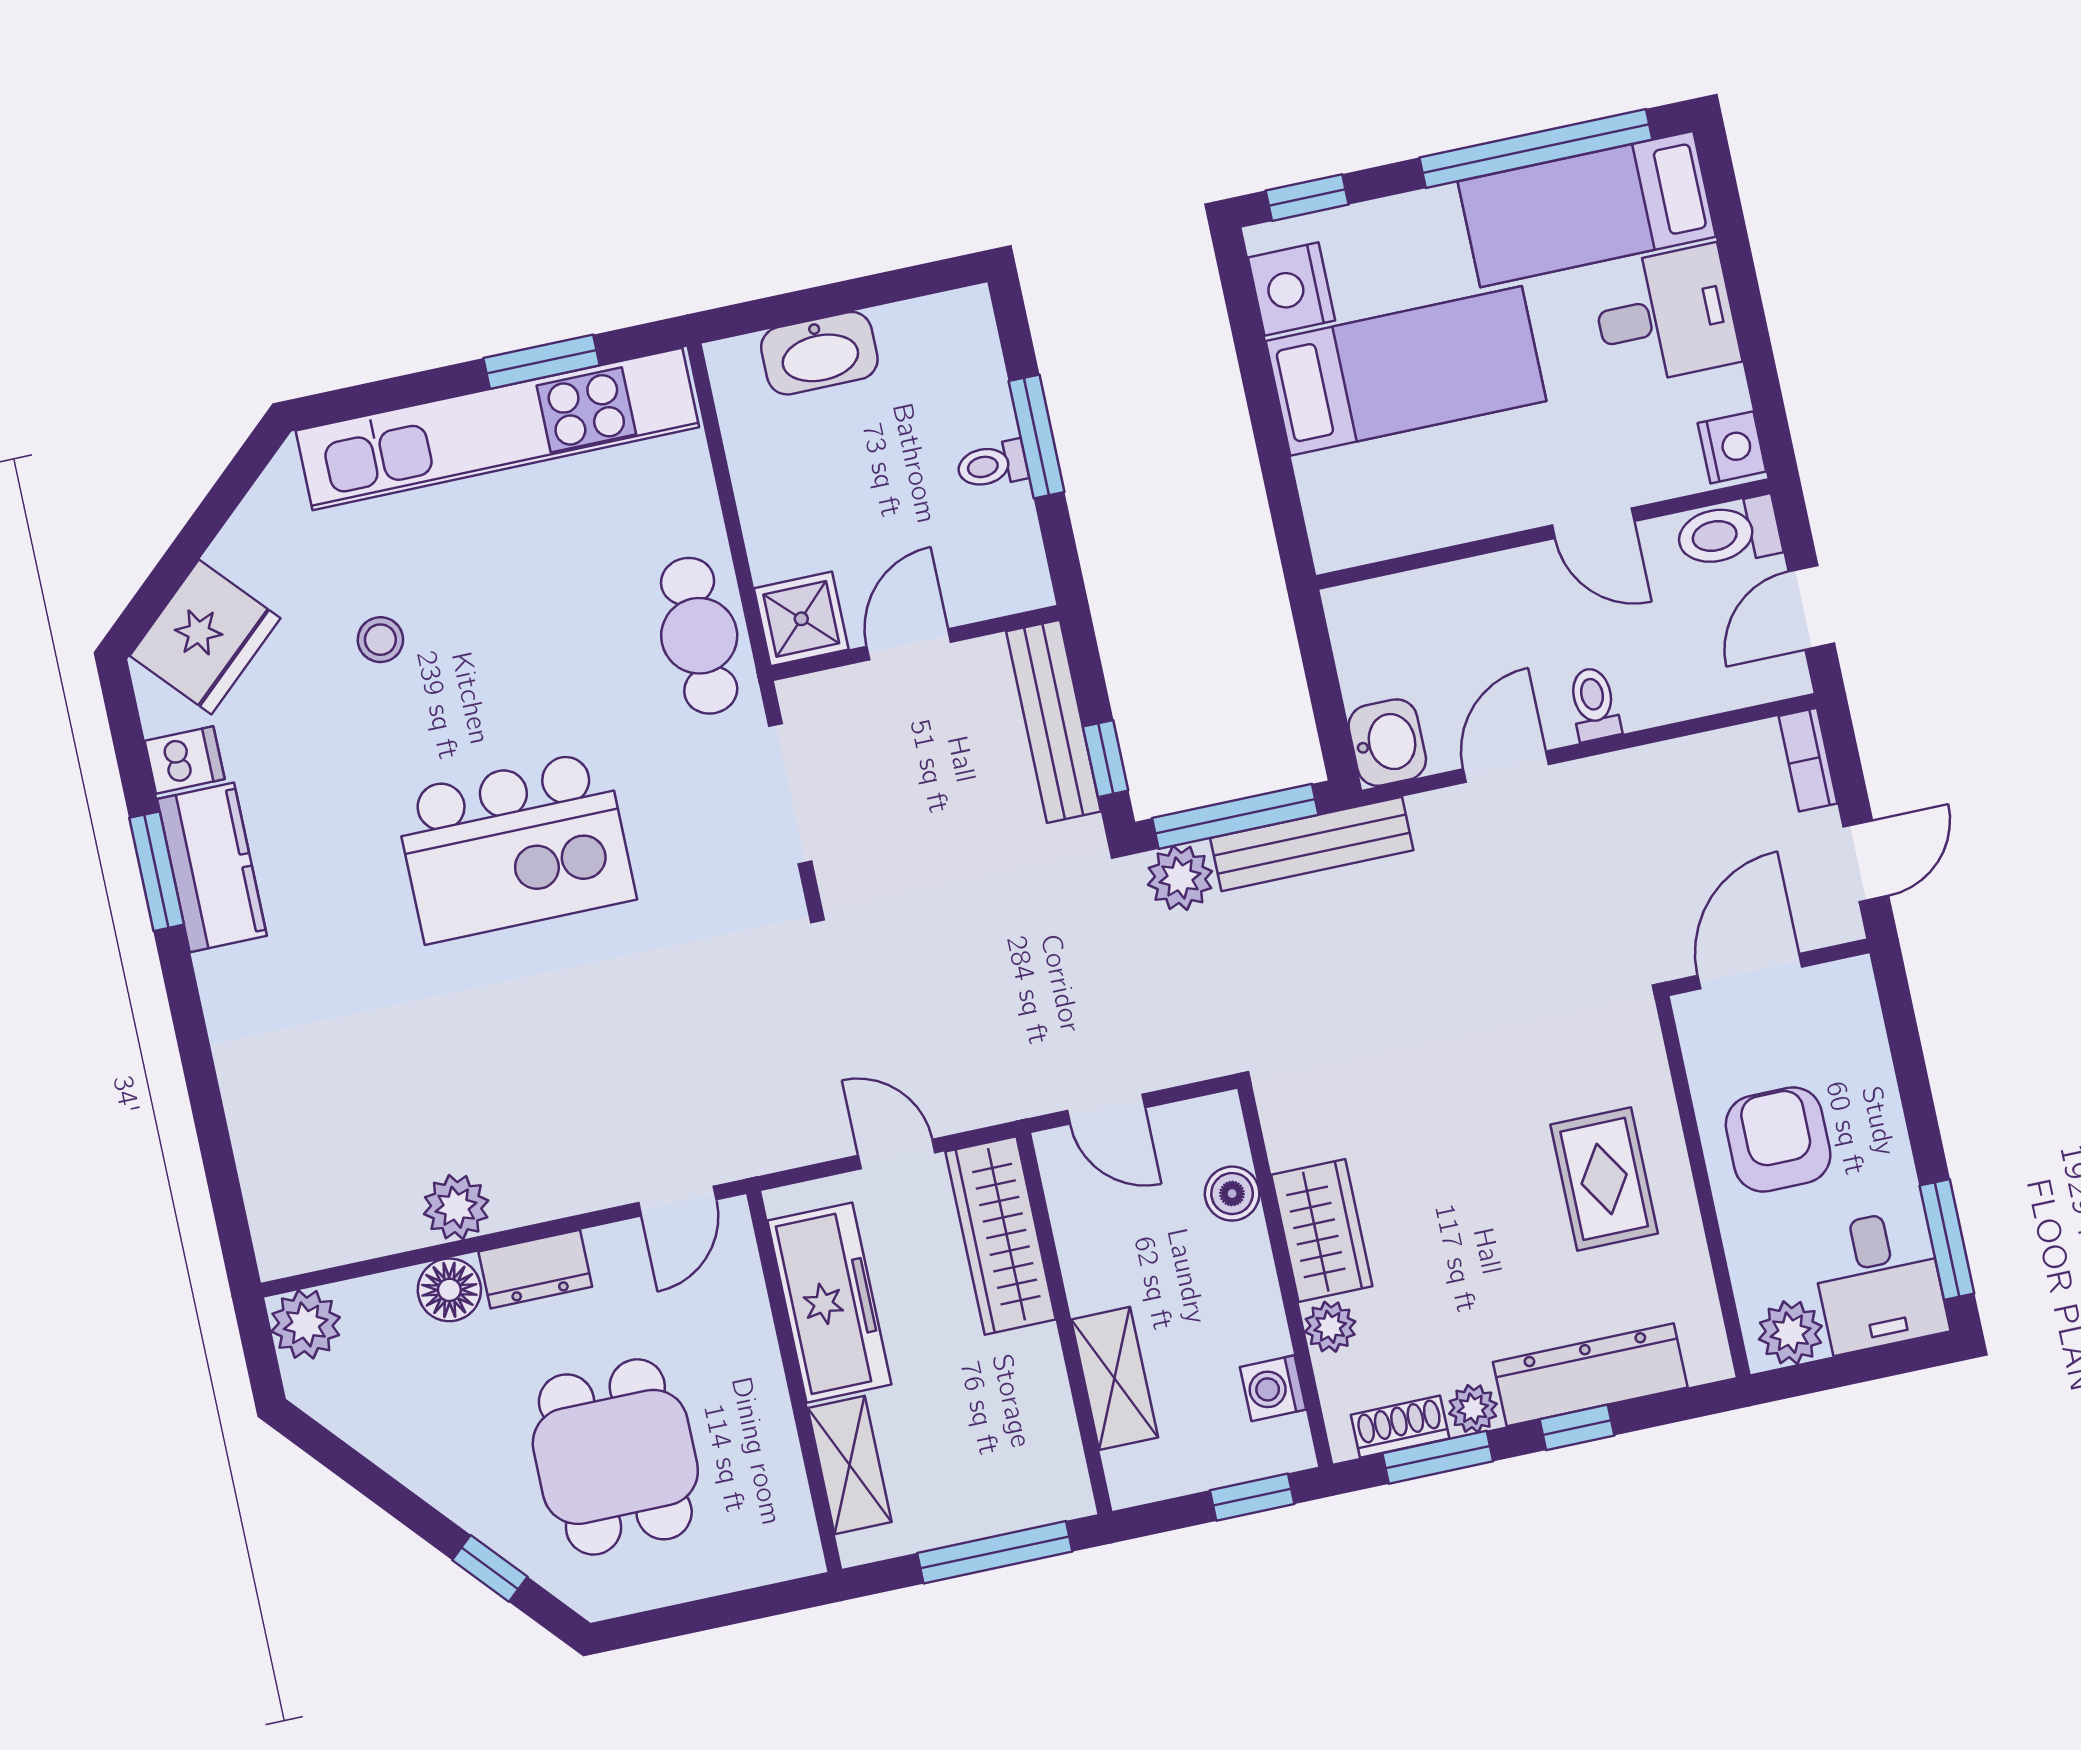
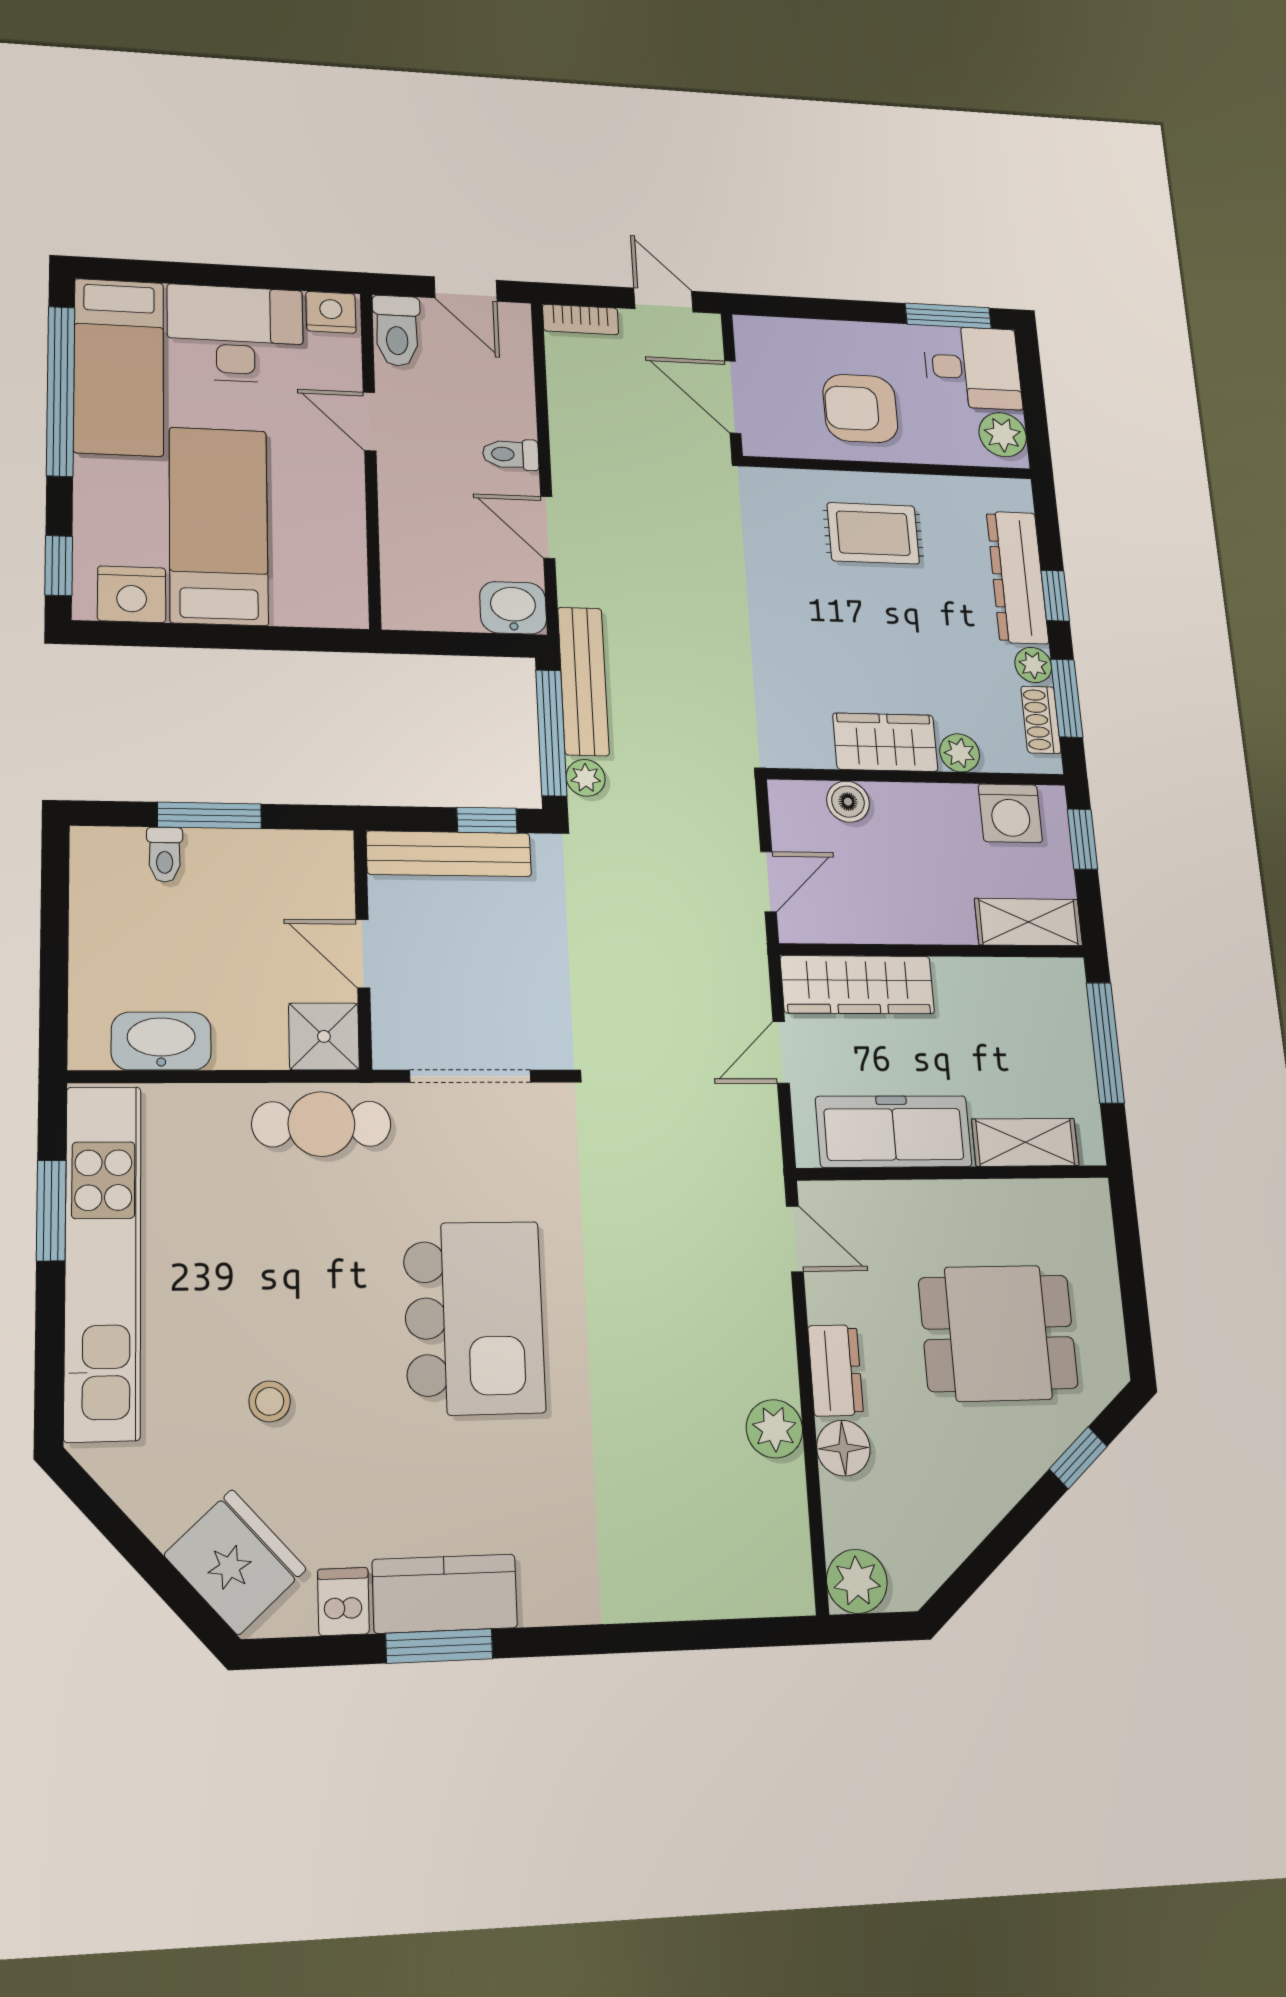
desk: (1665, 315) -> (235, 334), width x1.37
washbasin: (819, 353) -> (161, 1041), moved, turned -90
toilet: (992, 465) -> (165, 855), moved
door: (1593, 523) -> (370, 422), swing flipped
plant: (1180, 878) -> (586, 778), width x0.73, depth x0.73
shelving: (1115, 1378) -> (1028, 922), moved
washing machine: (1273, 1388) -> (1010, 813), width x1.38, depth x1.38

